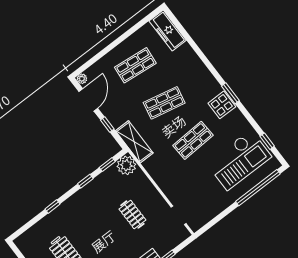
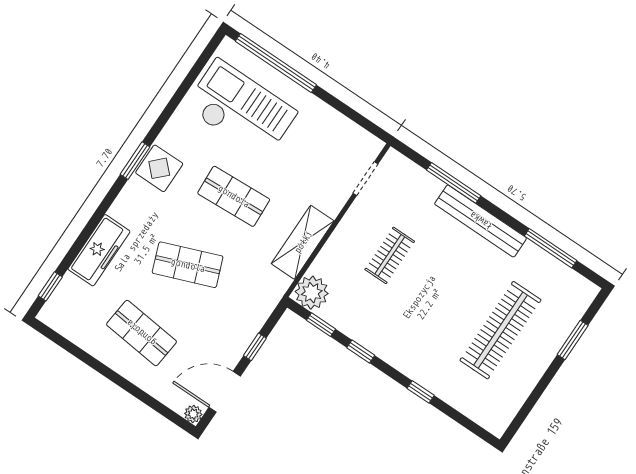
freezer: (168, 31) -> (99, 250), moved
shop shelf: (164, 103) -> (188, 265), turned -33
window: (267, 141) -> (50, 286), moved
shelving: (134, 142) -> (303, 242), moved

